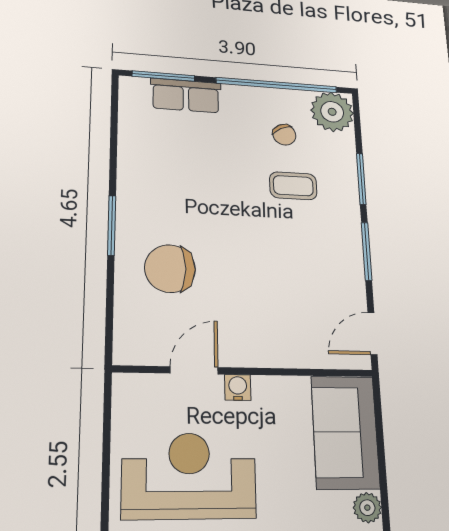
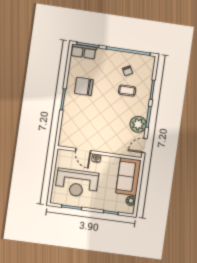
row of seats: (186, 96) -> (84, 51), moved
plant: (332, 112) -> (138, 124), moved
chair: (170, 269) -> (84, 86), moved
door: (194, 370) -> (83, 151), swing flipped
reception desk: (189, 476) -> (77, 183), turned 180

